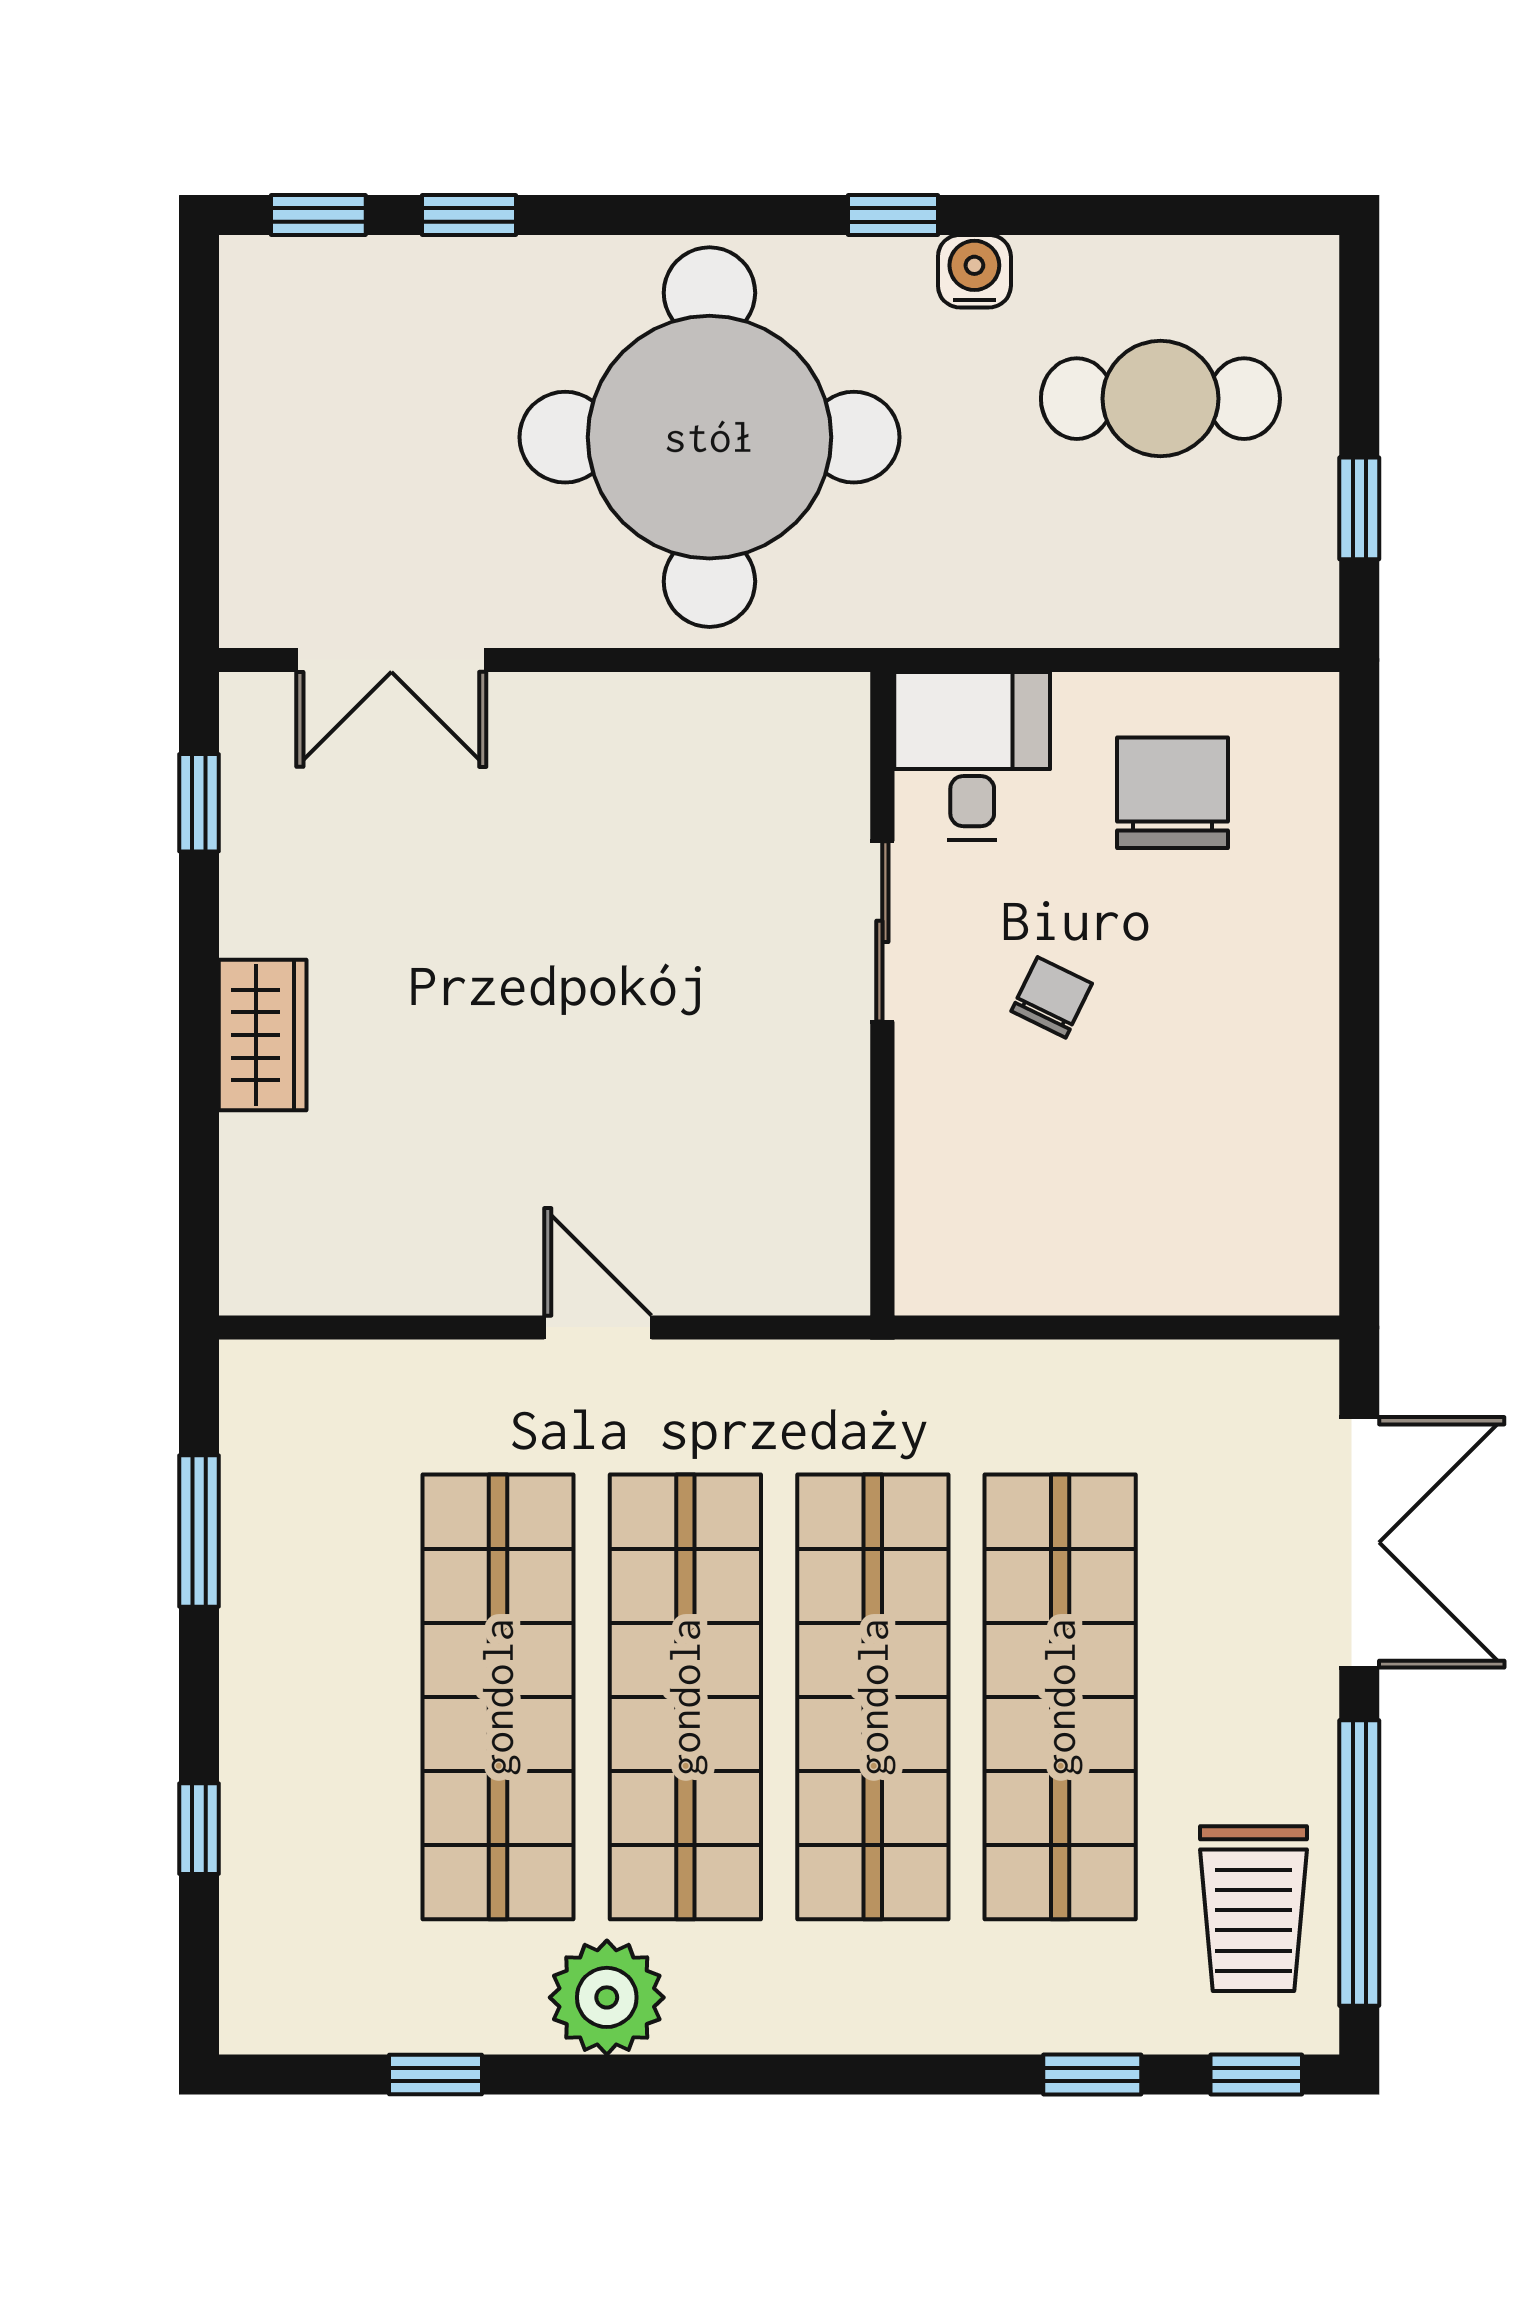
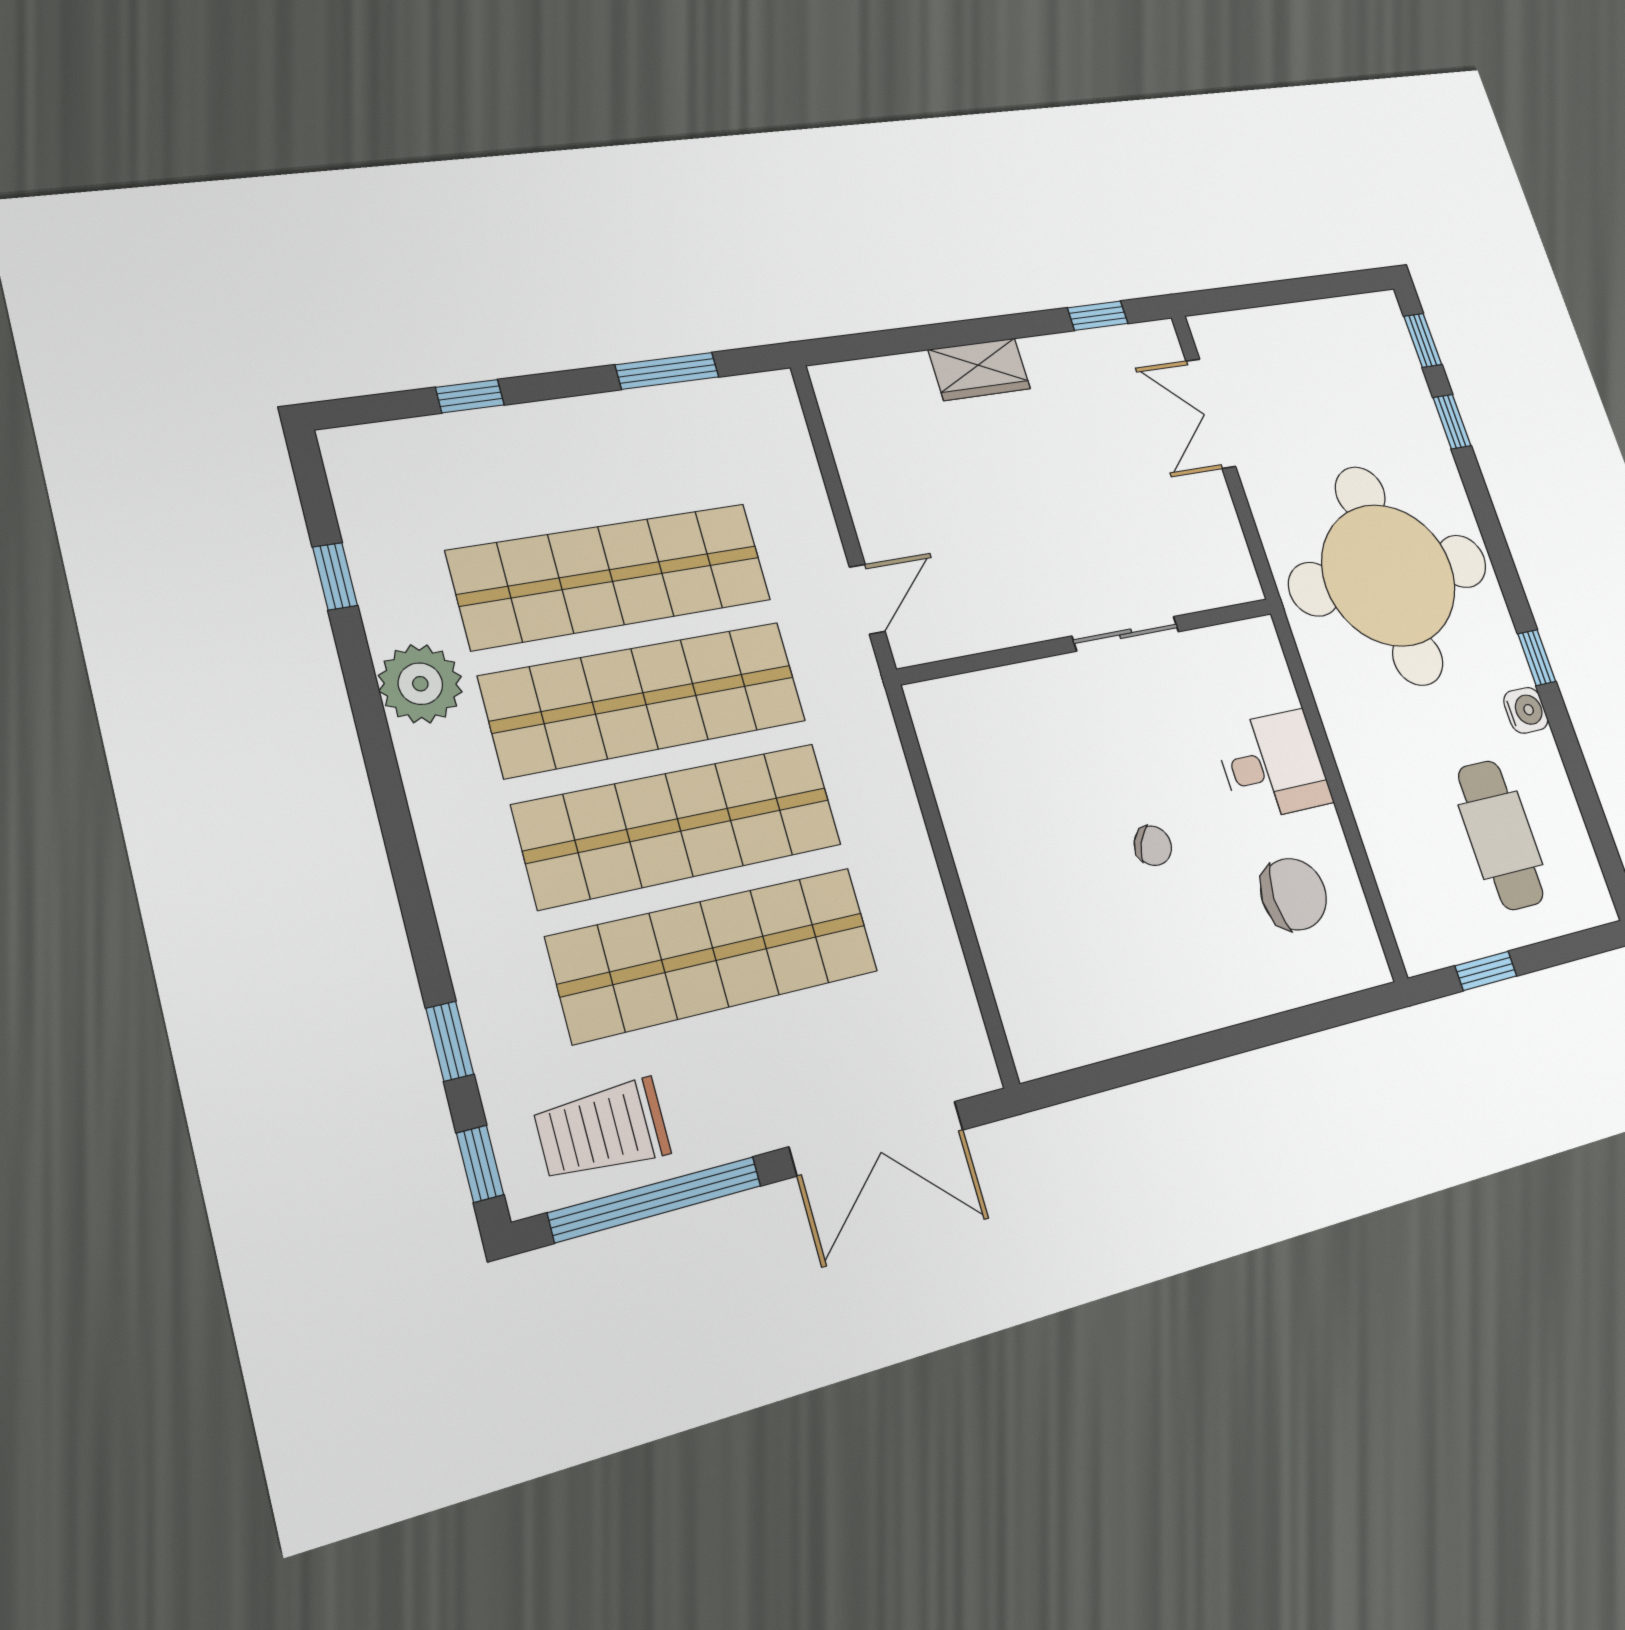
sliding door: (882, 931) -> (1126, 634), moved
wall: (882, 994) -> (1090, 641), moved

